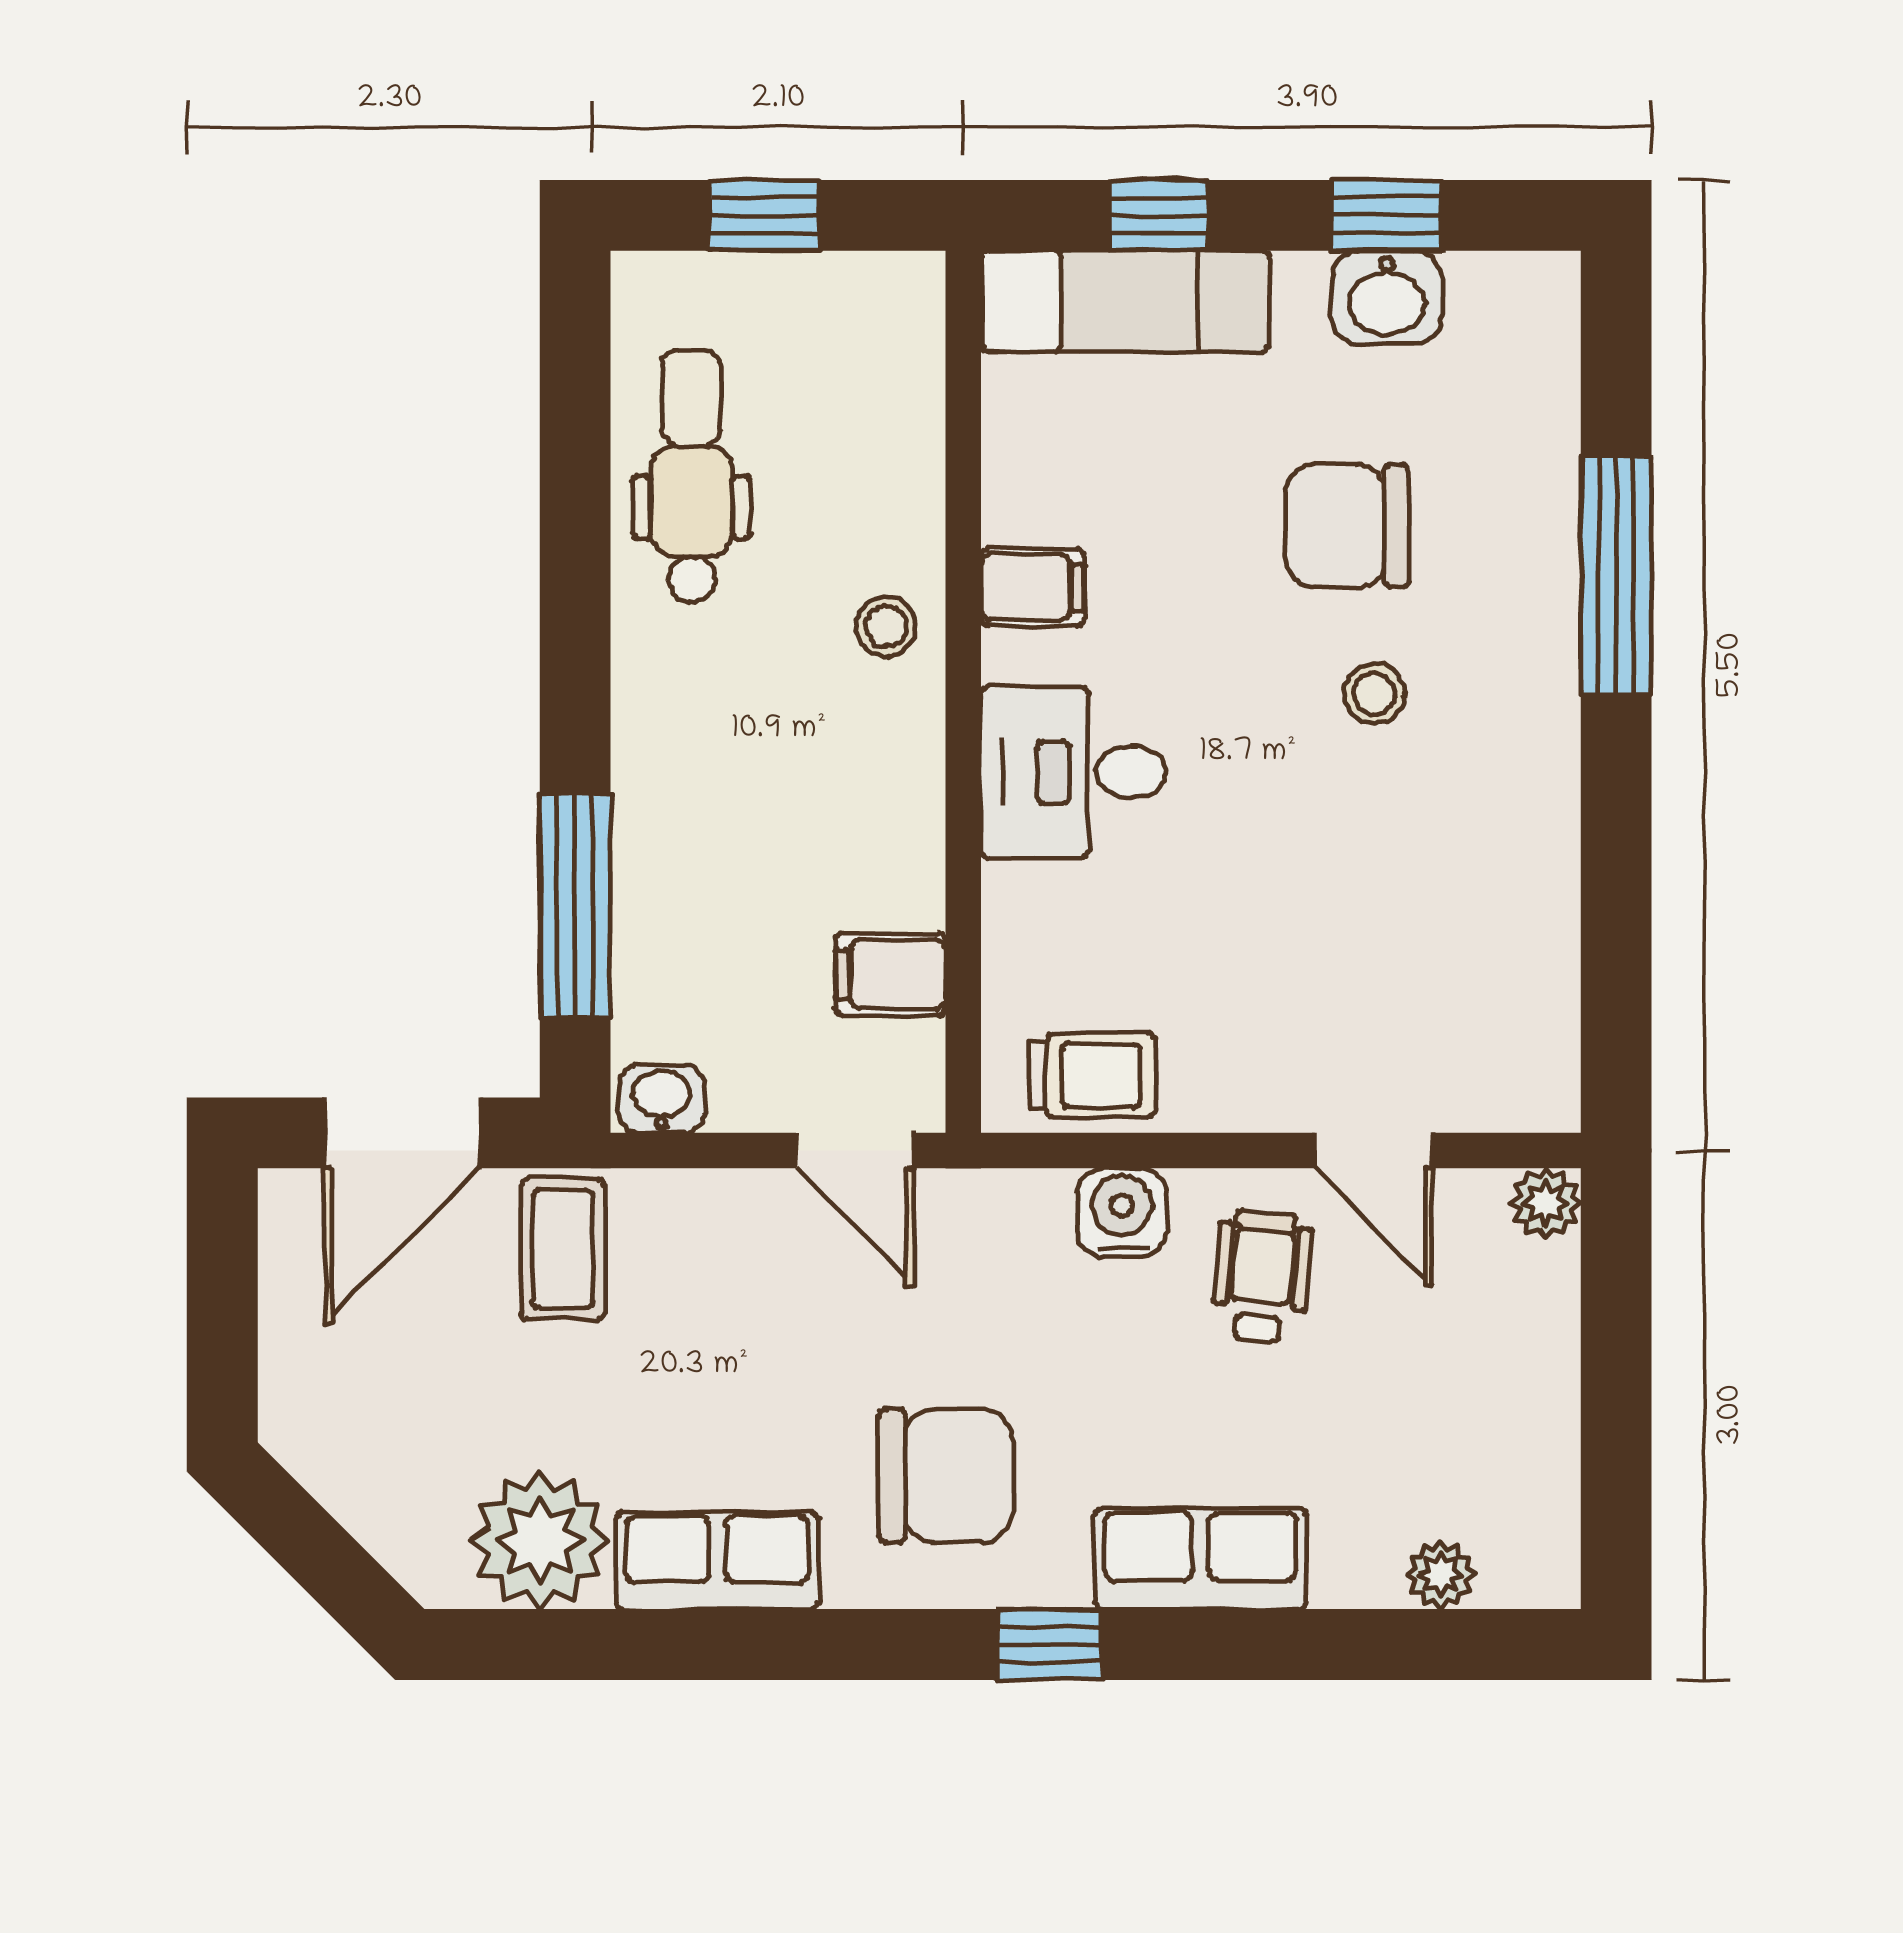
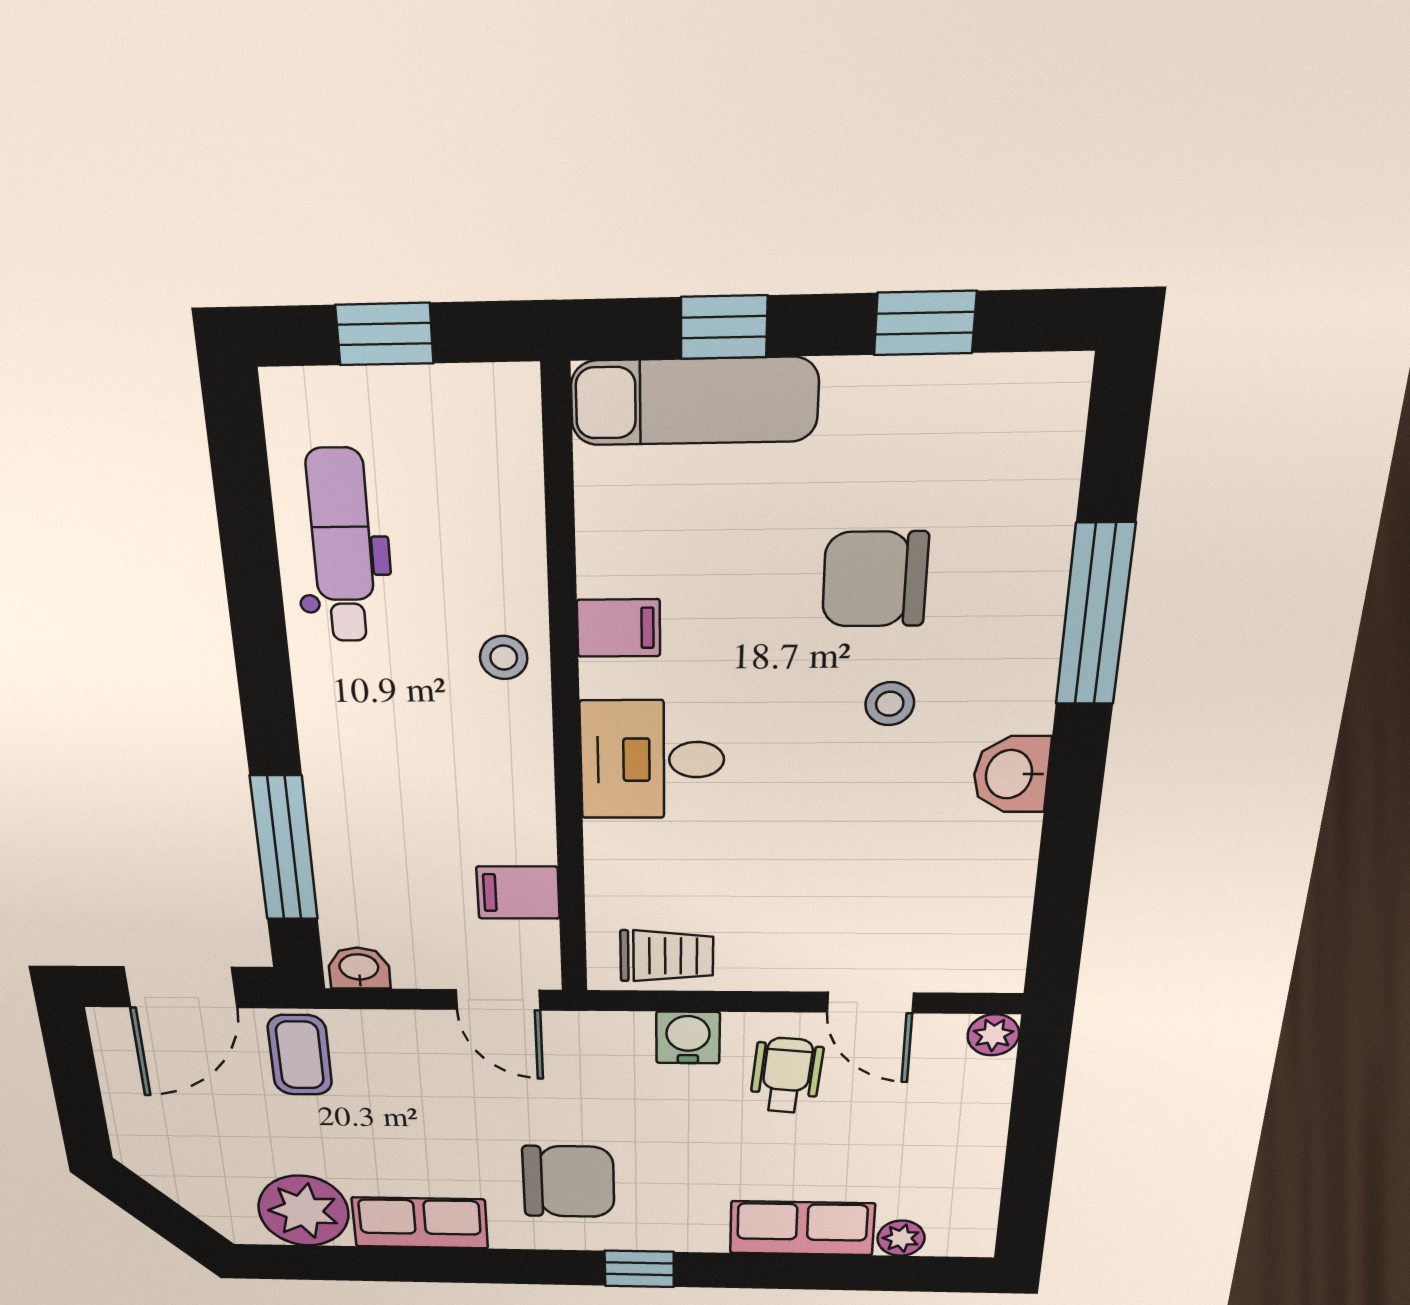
washbasin: (1387, 297) -> (1011, 774), moved, turned 90
row of seats: (1200, 1559) -> (802, 1228), moved

